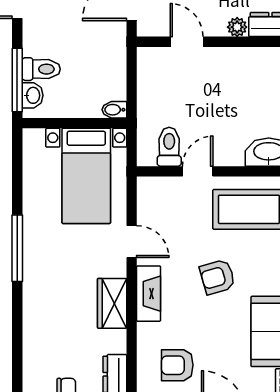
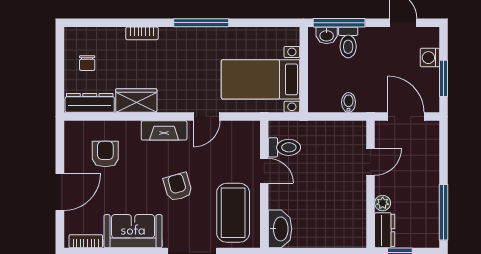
bidet: (114, 110) -> (349, 102), moved
wardrobe: (112, 303) -> (136, 101), moved
bookcase: (30, 320) -> (142, 33), added

